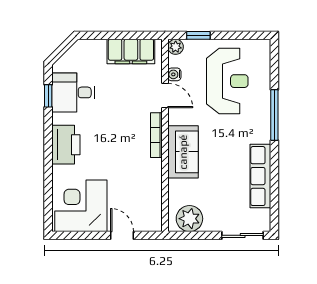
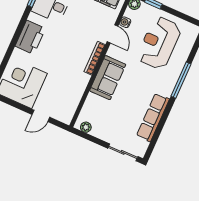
reception desk: (227, 81) -> (159, 43), turned 180
plant: (189, 219) -> (86, 127), width x0.53, depth x0.53
door: (122, 235) -> (41, 116), swing flipped

